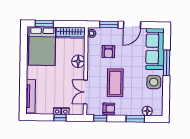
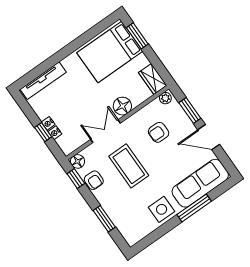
wardrobe: (71, 33) -> (153, 79), width x0.67
coffee table: (115, 83) -> (129, 166), turned 90
double door: (85, 92) -> (105, 131), moved
floor lamp: (147, 111) -> (78, 161), moved

